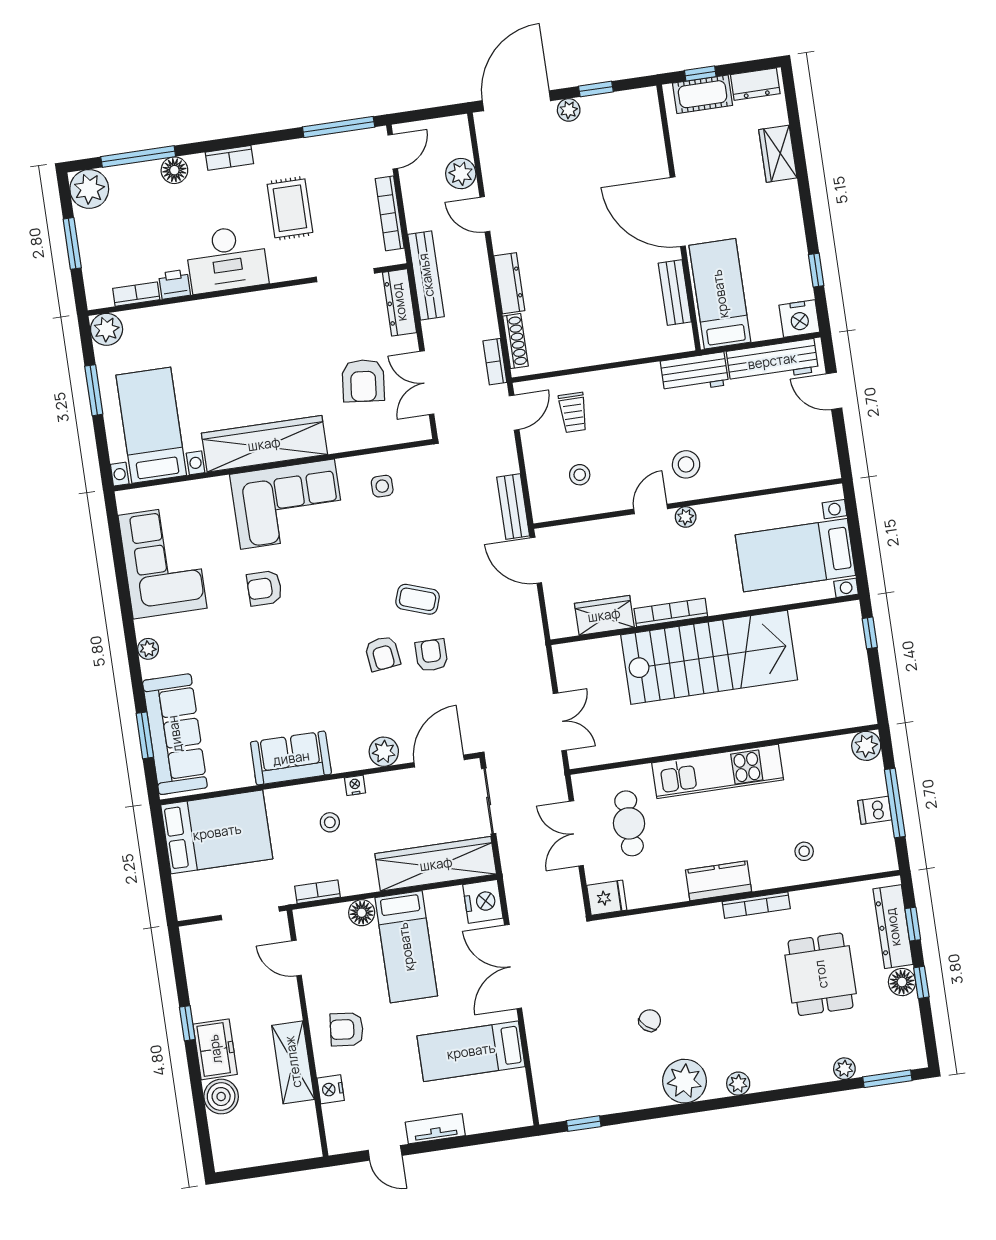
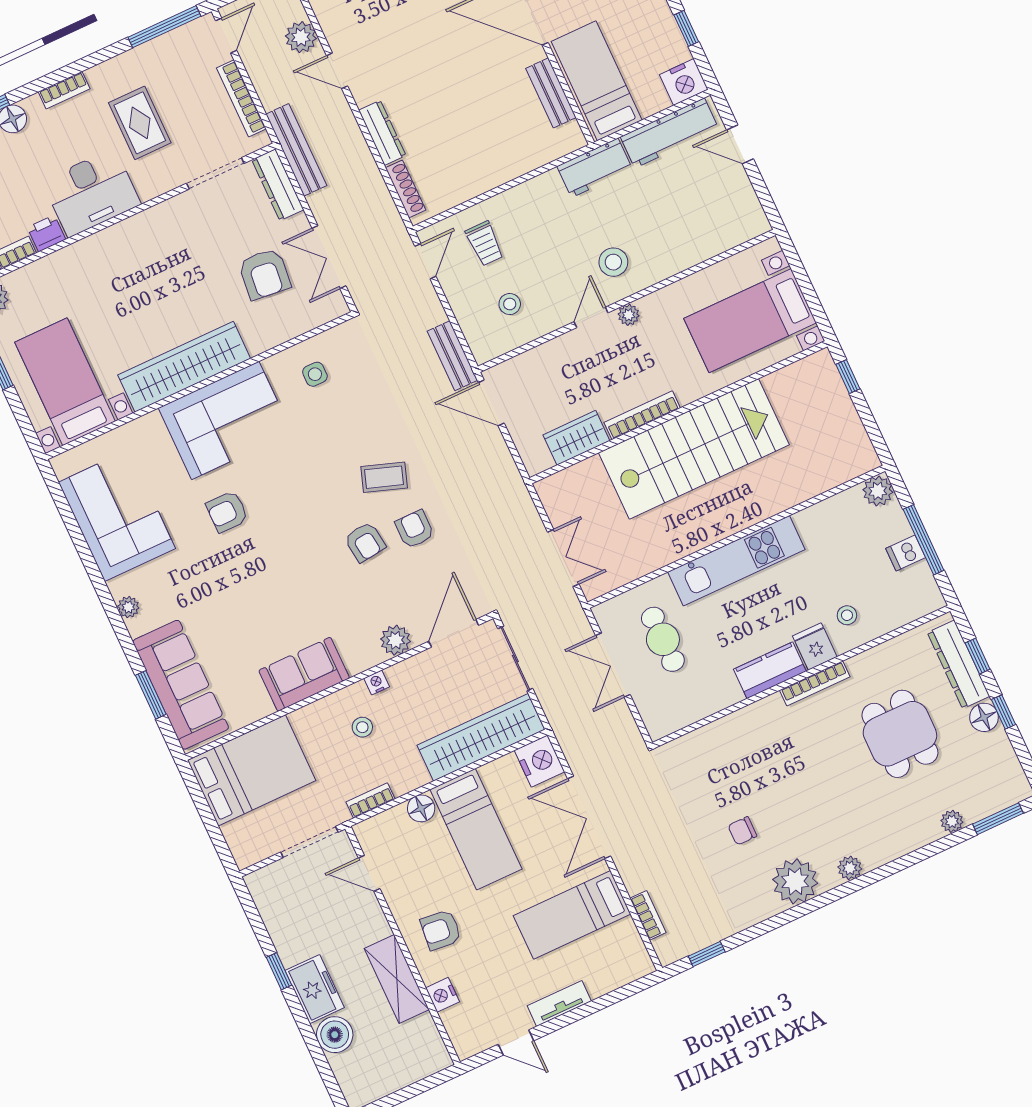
bookcase: (495, 362) -> (648, 915), moved, turned 180
fridge: (607, 898) -> (815, 646), moved, turned -90
chair: (650, 1020) -> (742, 831), turned -130

